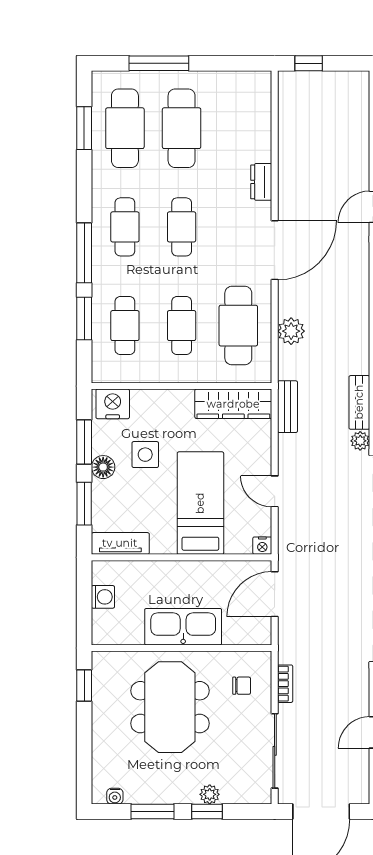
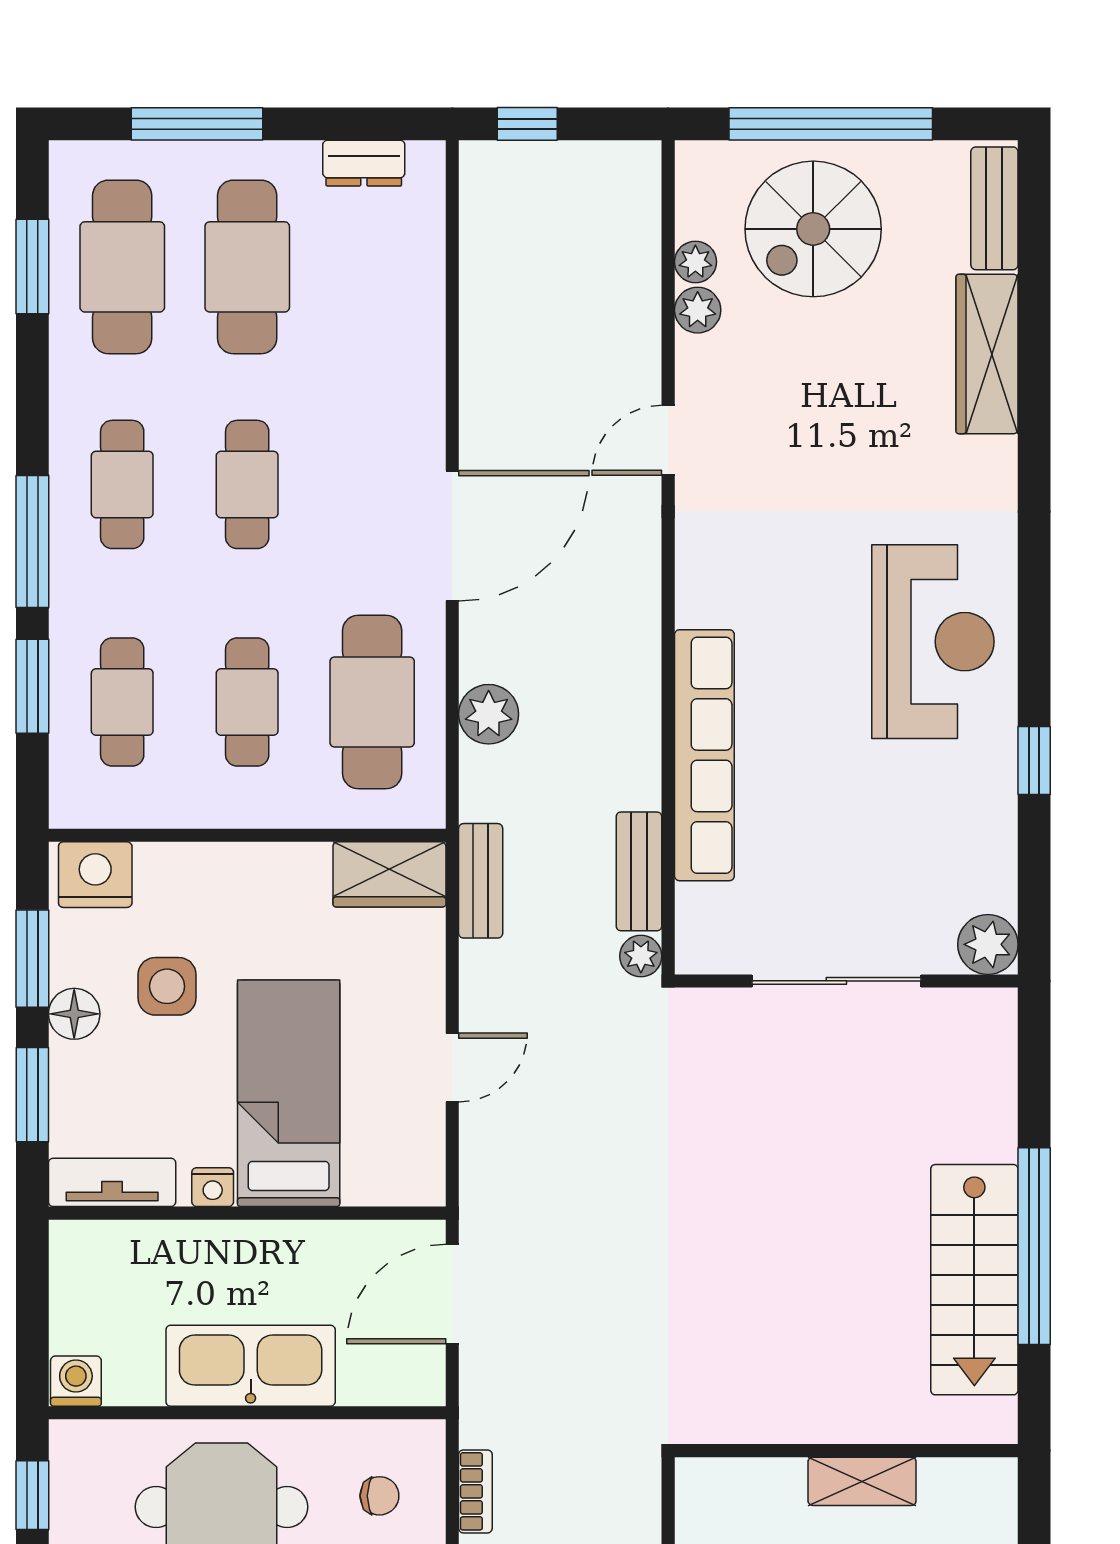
dresser: (261, 182) -> (364, 163), moved, turned -90
wardrobe: (233, 404) -> (389, 874), width x0.67
door: (275, 491) -> (452, 1067), swing flipped
nightstand: (262, 546) -> (213, 1187), moved
washing machine: (103, 597) -> (76, 1381), moved, turned -90

